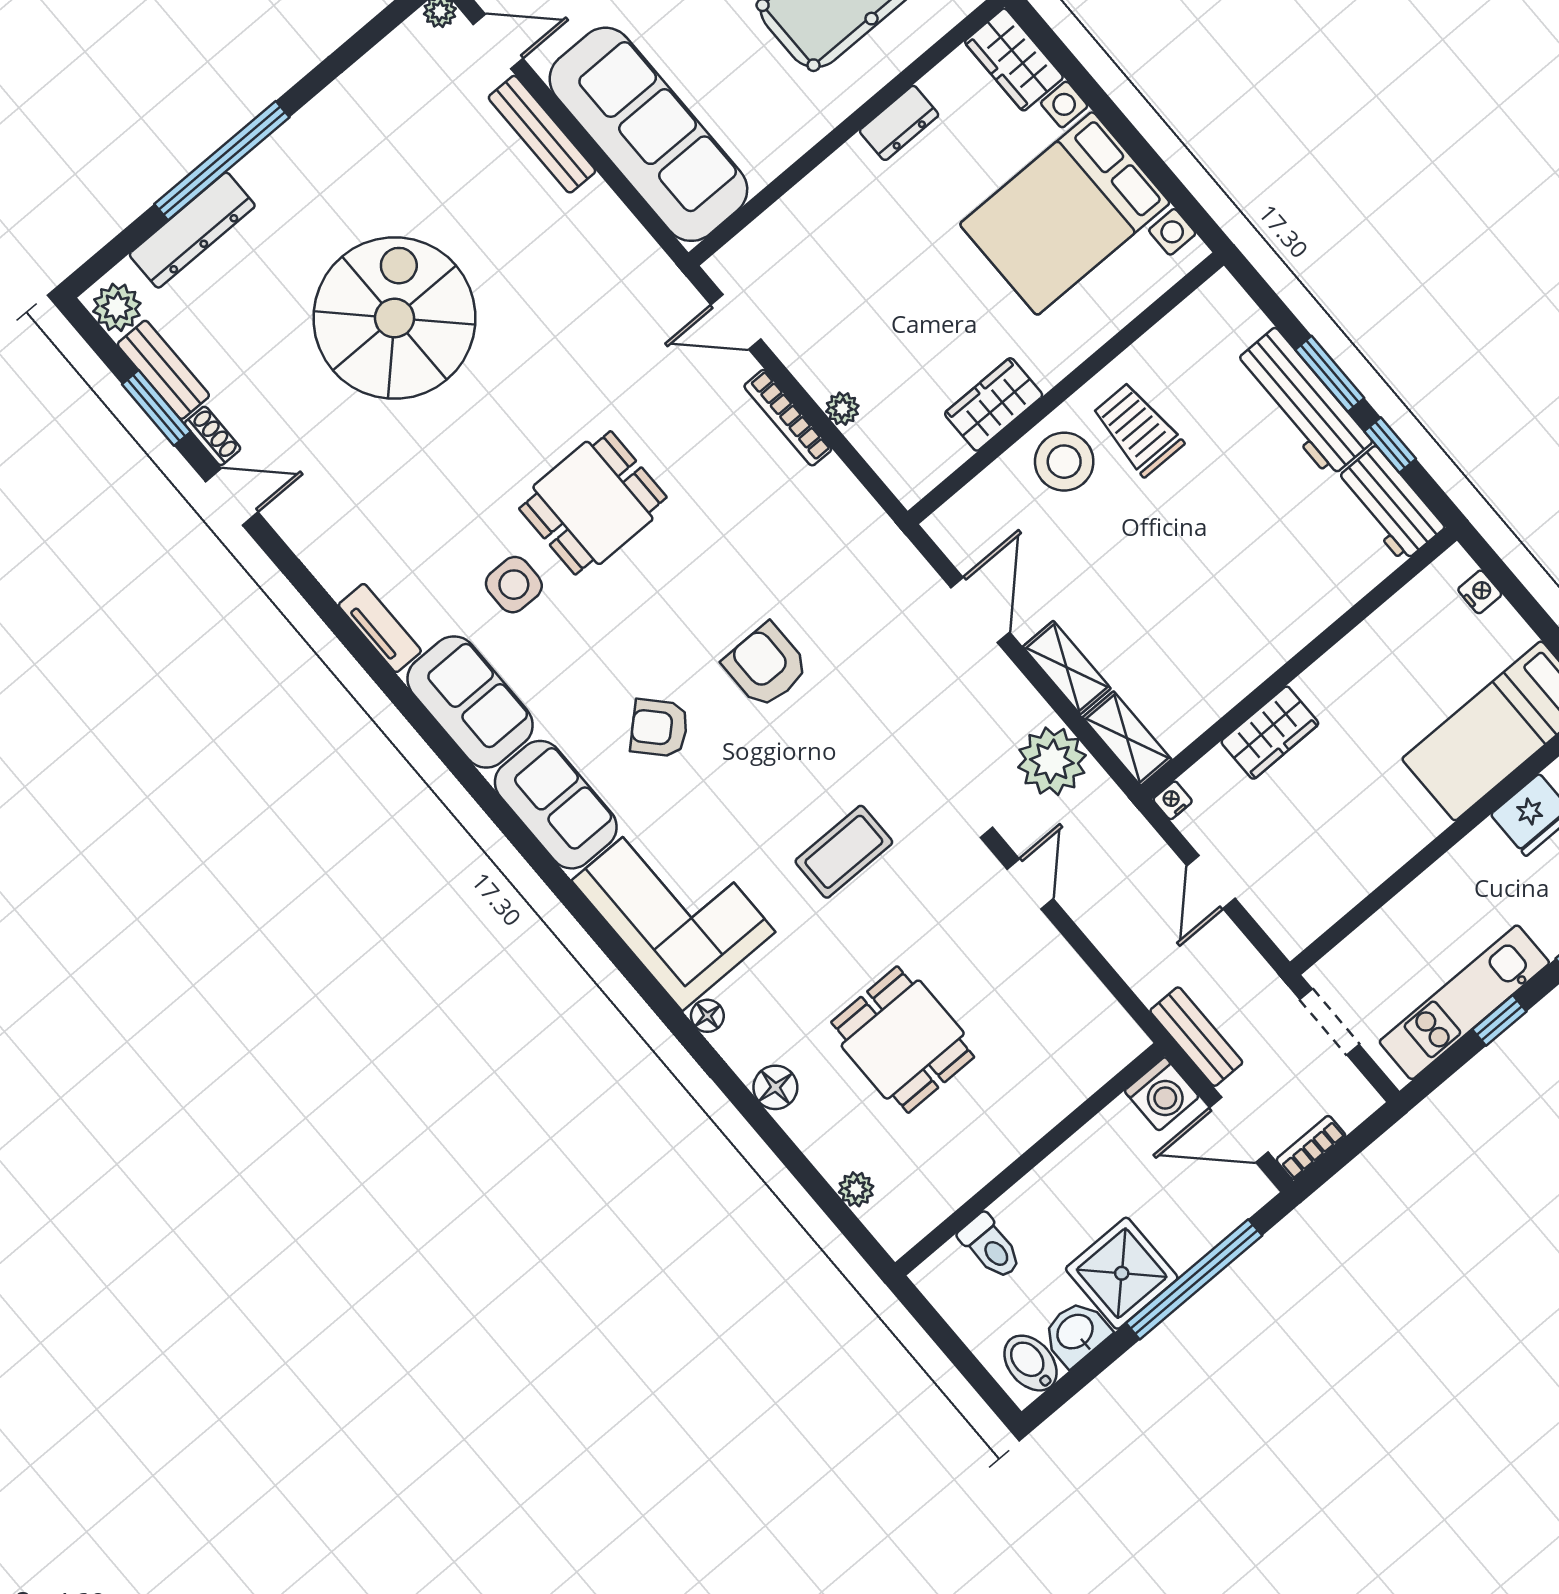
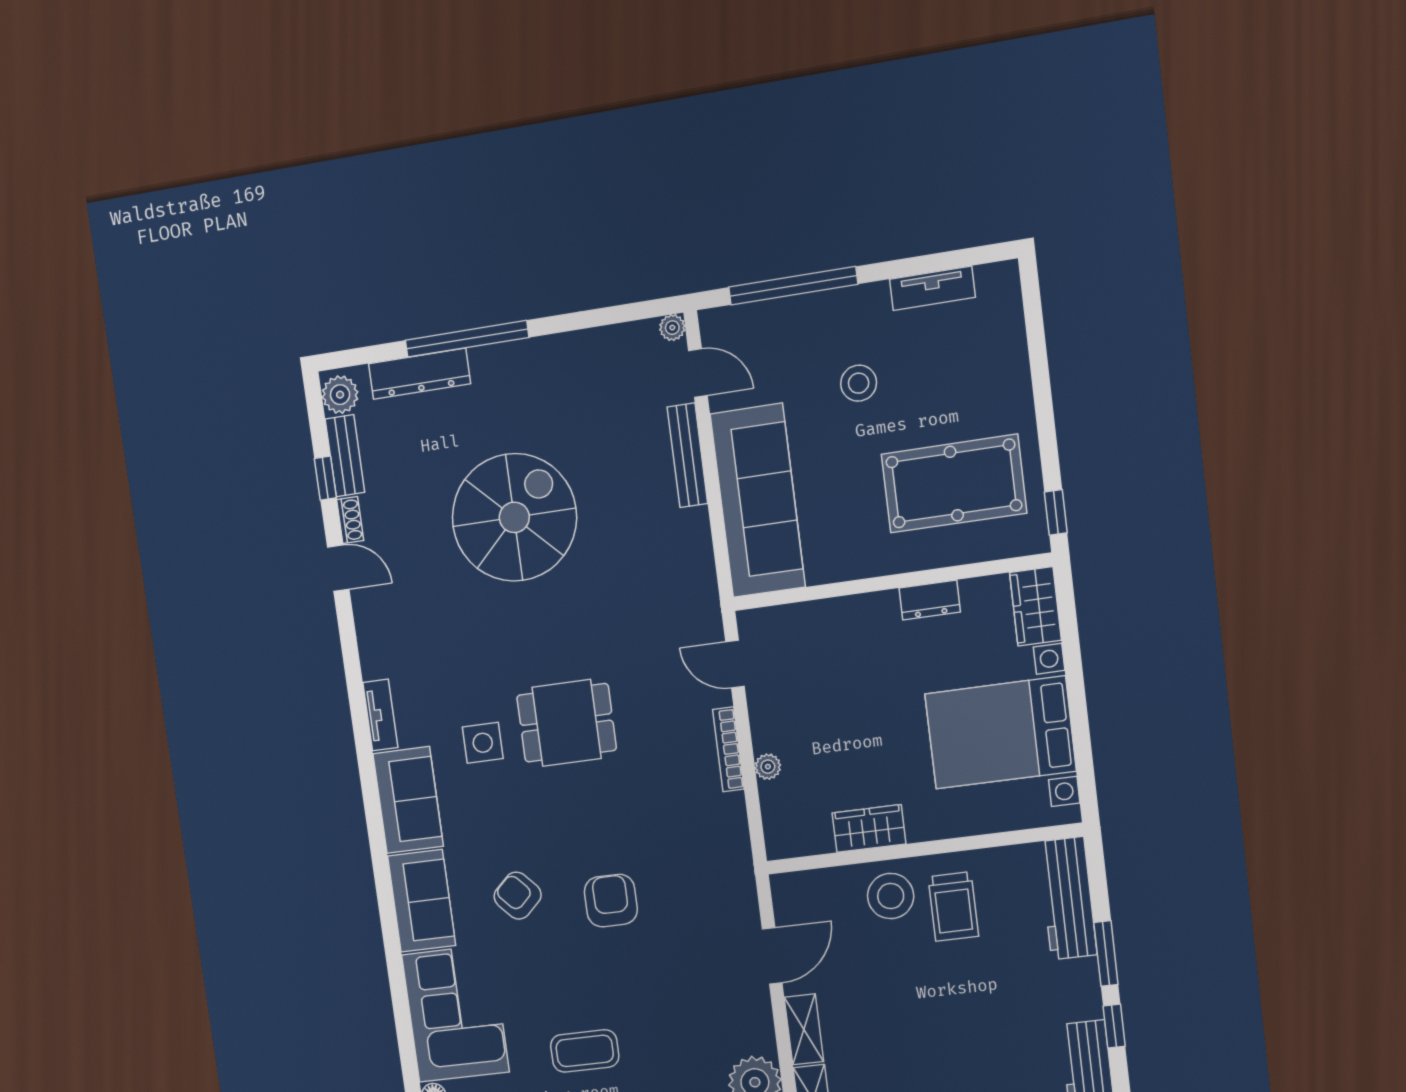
workbench: (1303, 403) -> (1068, 898), moved
window: (156, 408) -> (325, 478), width x0.67
trolley: (1138, 429) -> (953, 906), turned 180

